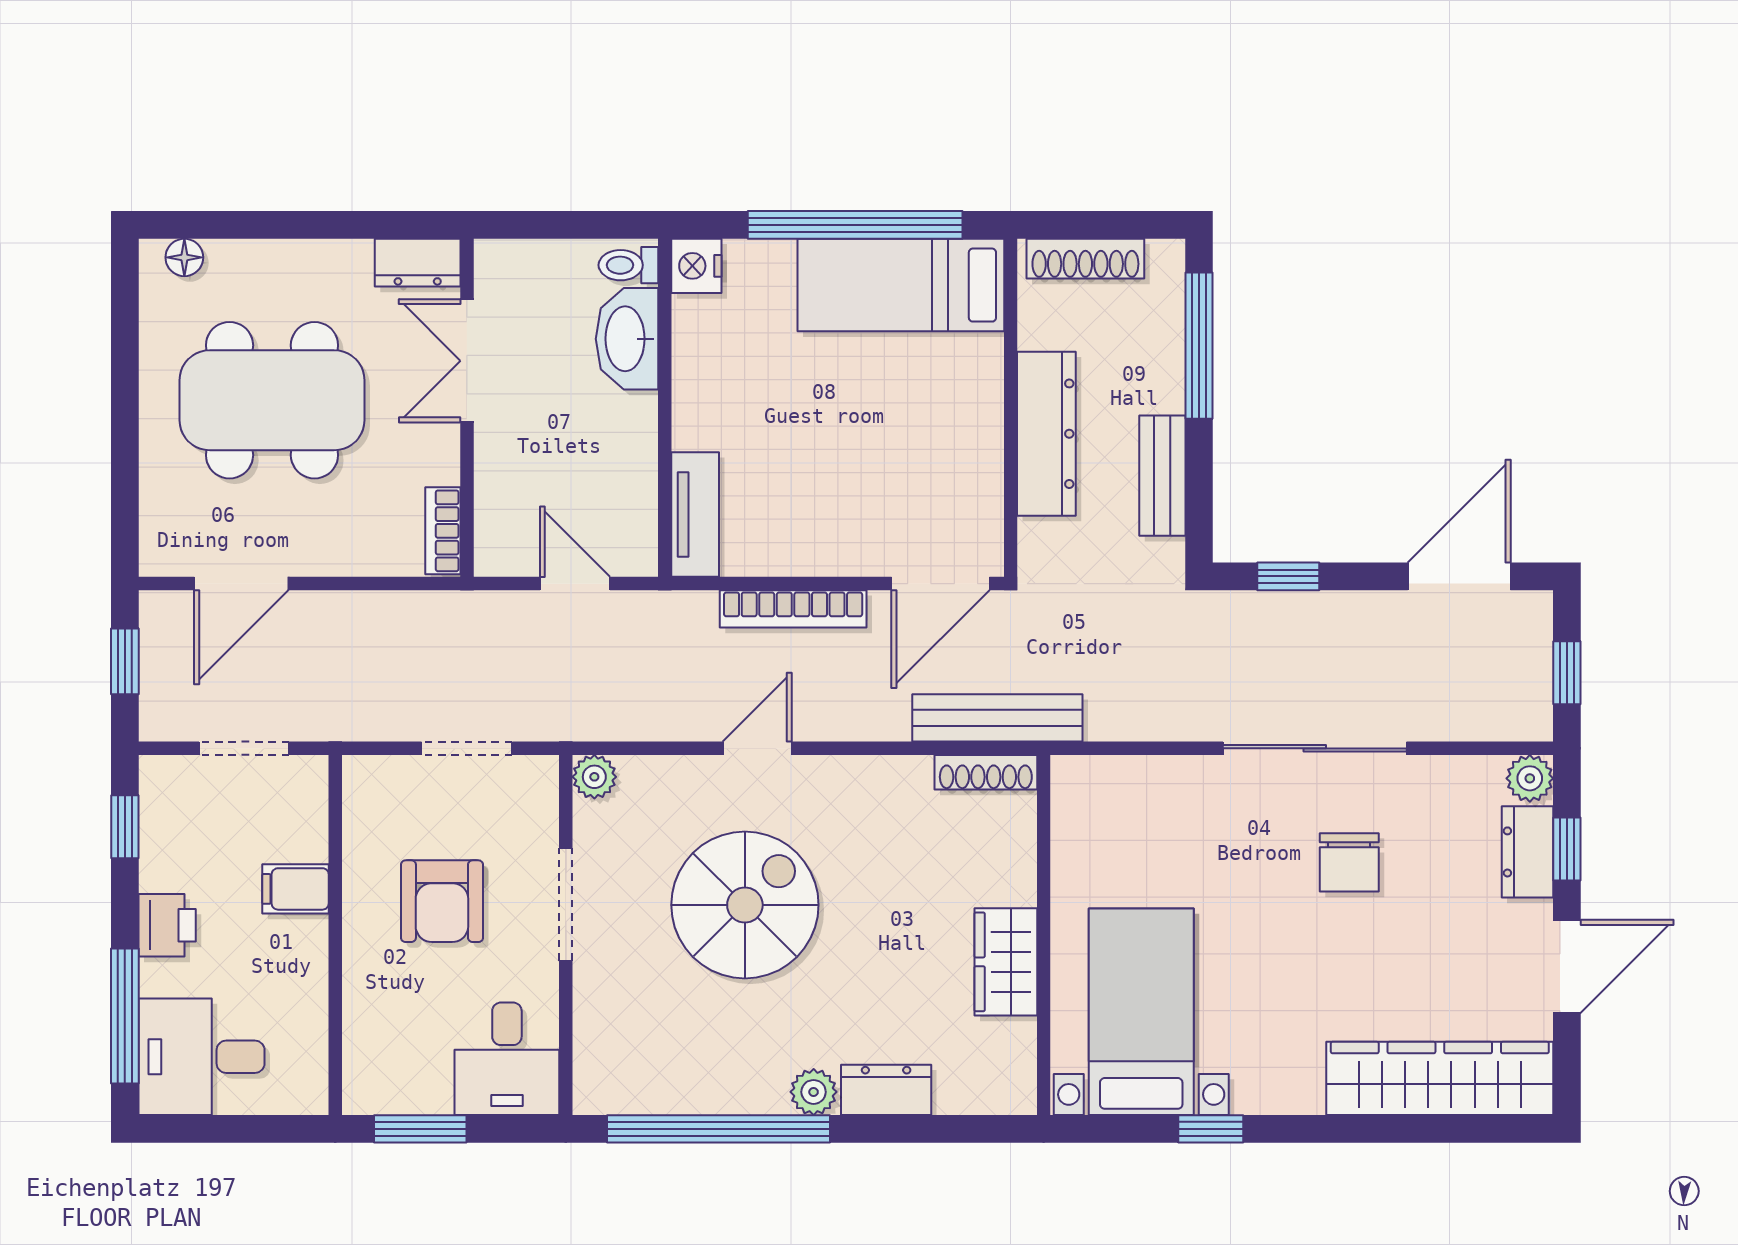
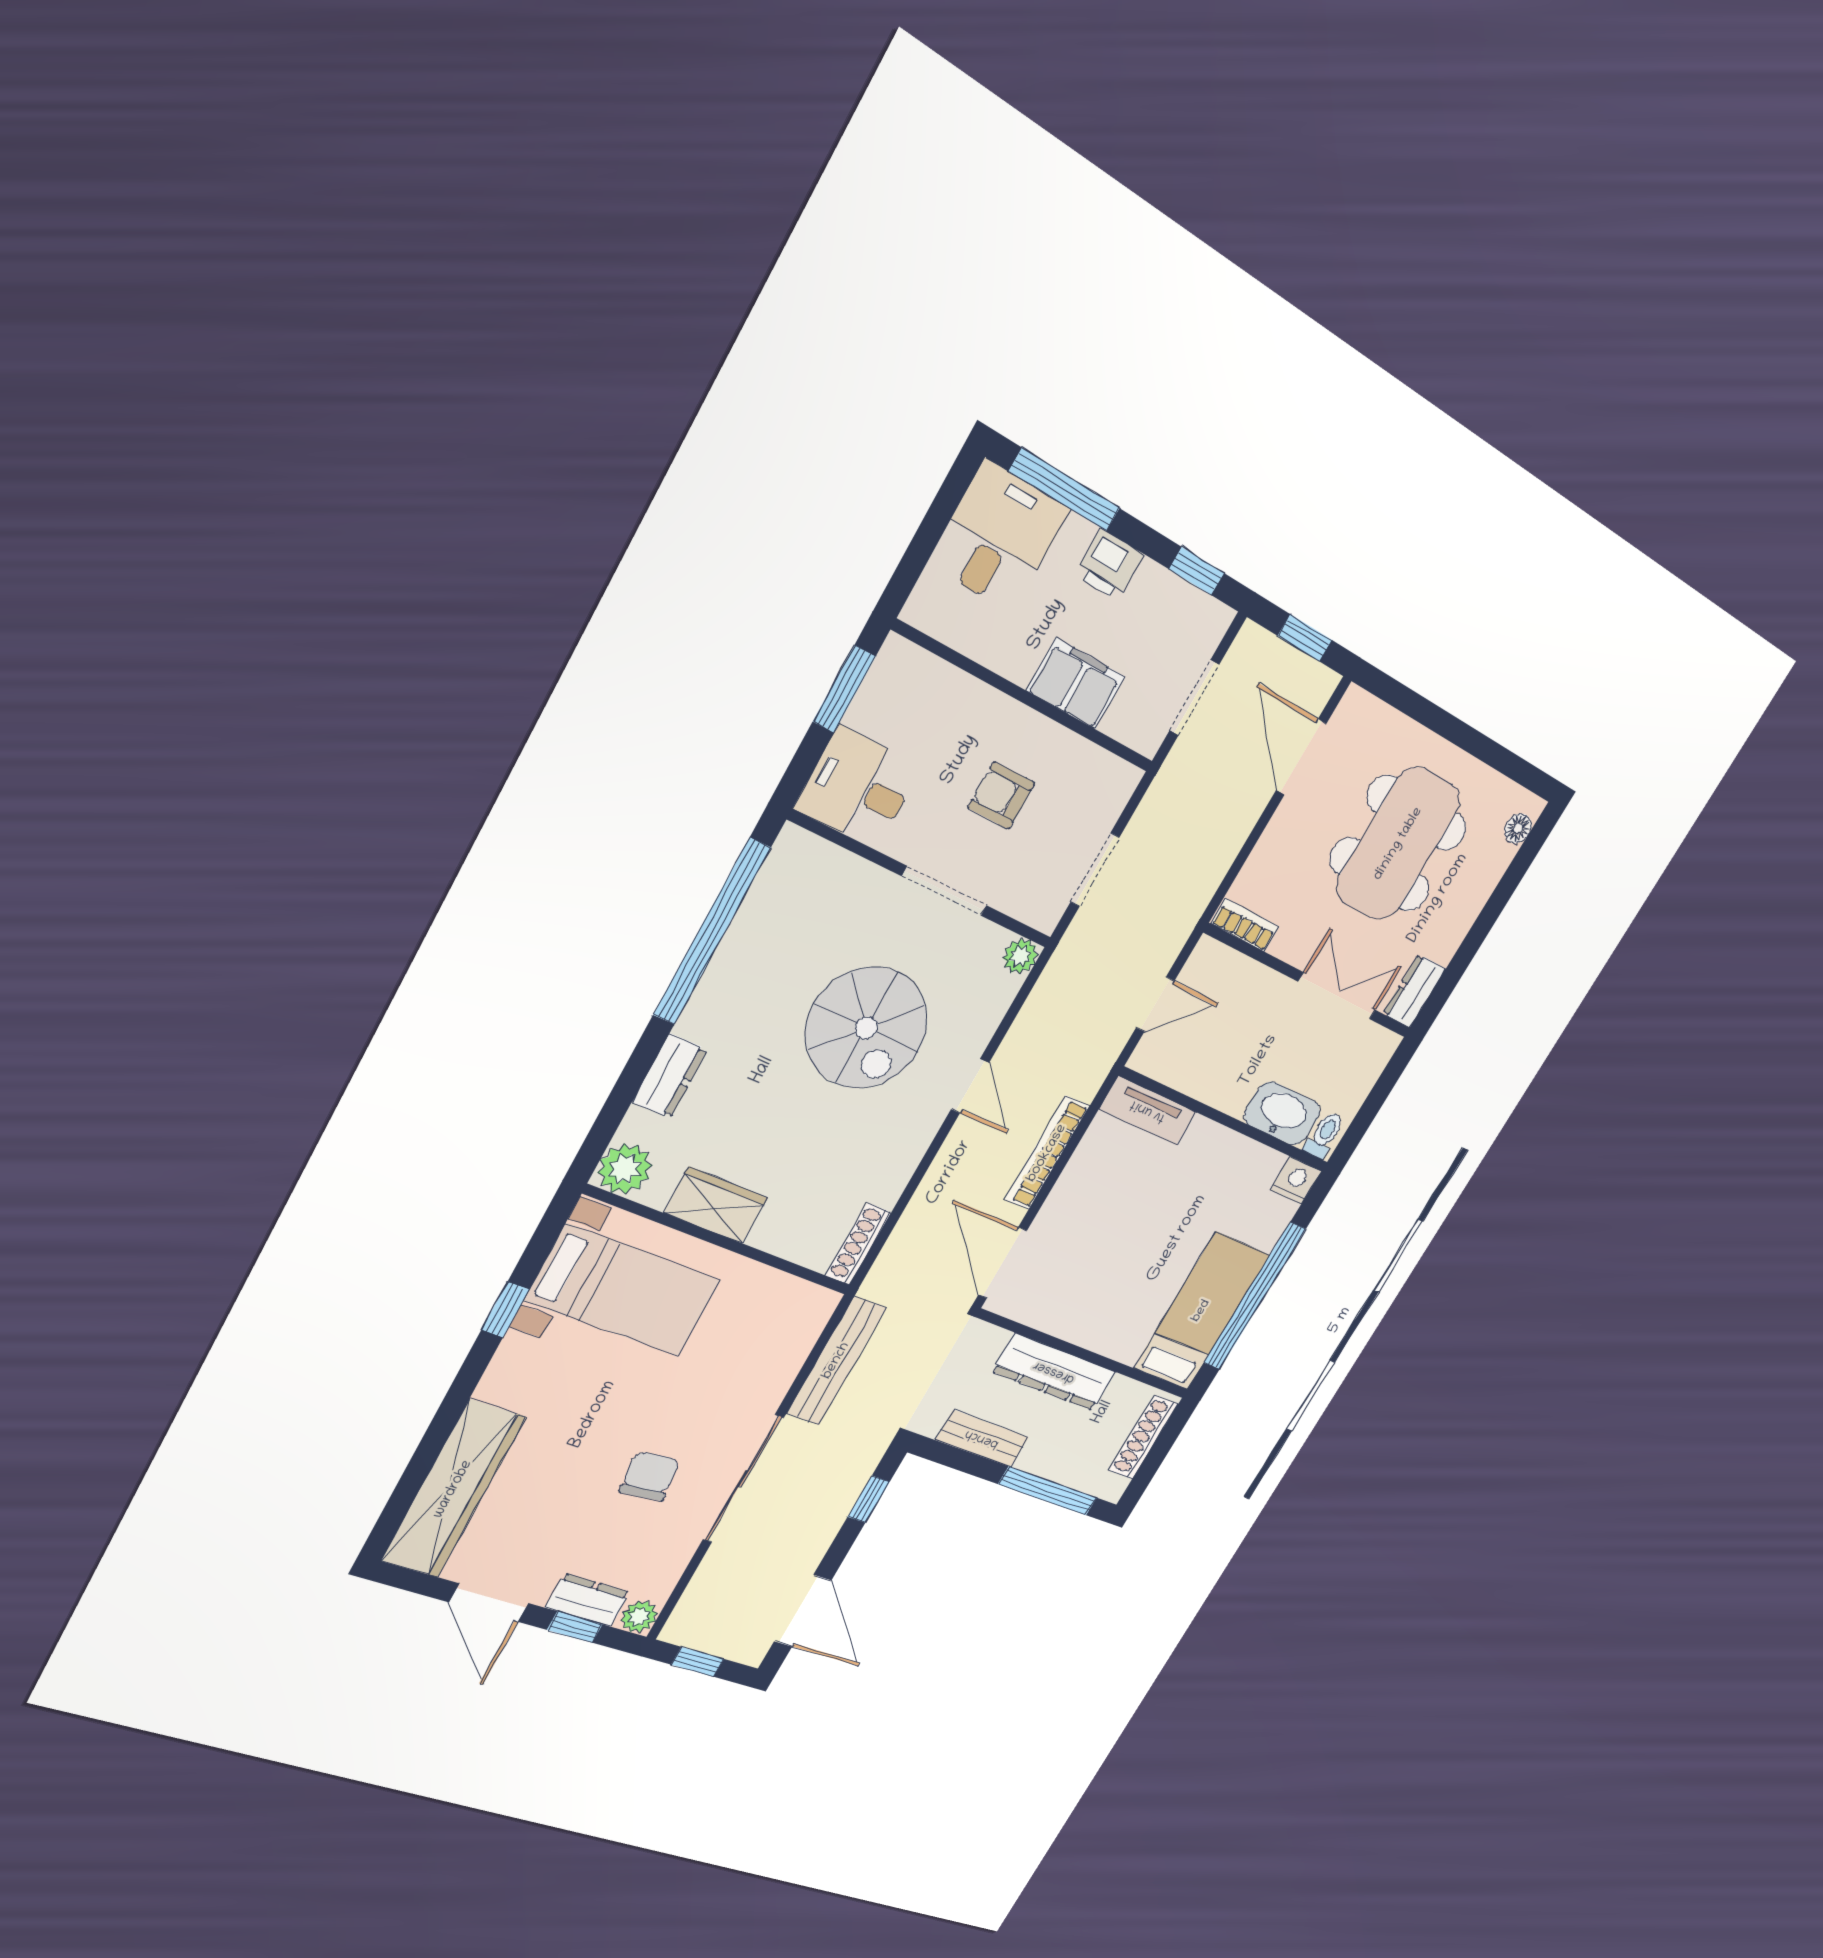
bench: (997, 718) -> (836, 1361), moved
chair: (1349, 862) -> (649, 1476), turned 84
filing cabinet: (296, 889) -> (1076, 684), width x2.00
armchair: (442, 901) -> (1001, 795), width x0.72, depth x0.72
plant: (814, 1092) -> (625, 1169), moved, width x1.38, depth x1.38

